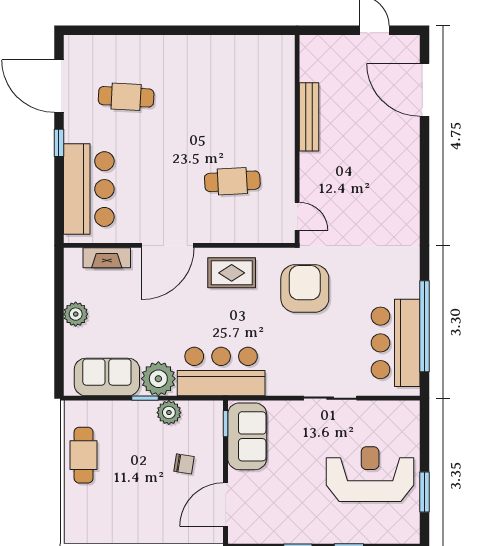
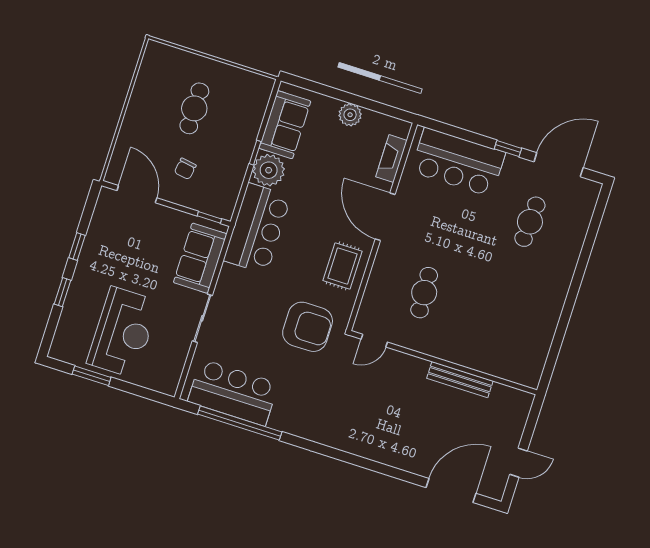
plant: (169, 413) -> (235, 170), removed
sofa: (247, 436) -> (200, 258), moved, turned 90
cafe table: (84, 455) -> (194, 108), moved, turned 90

